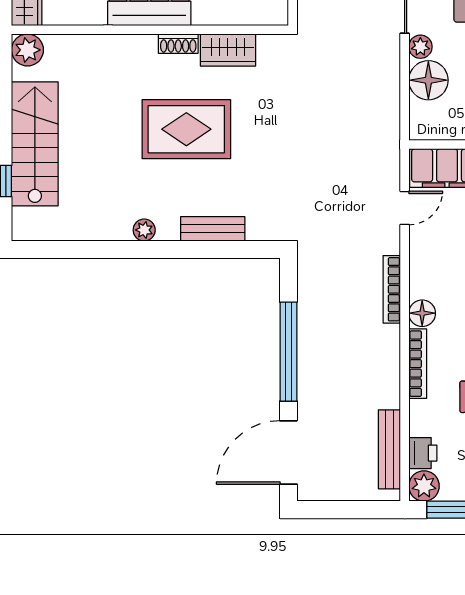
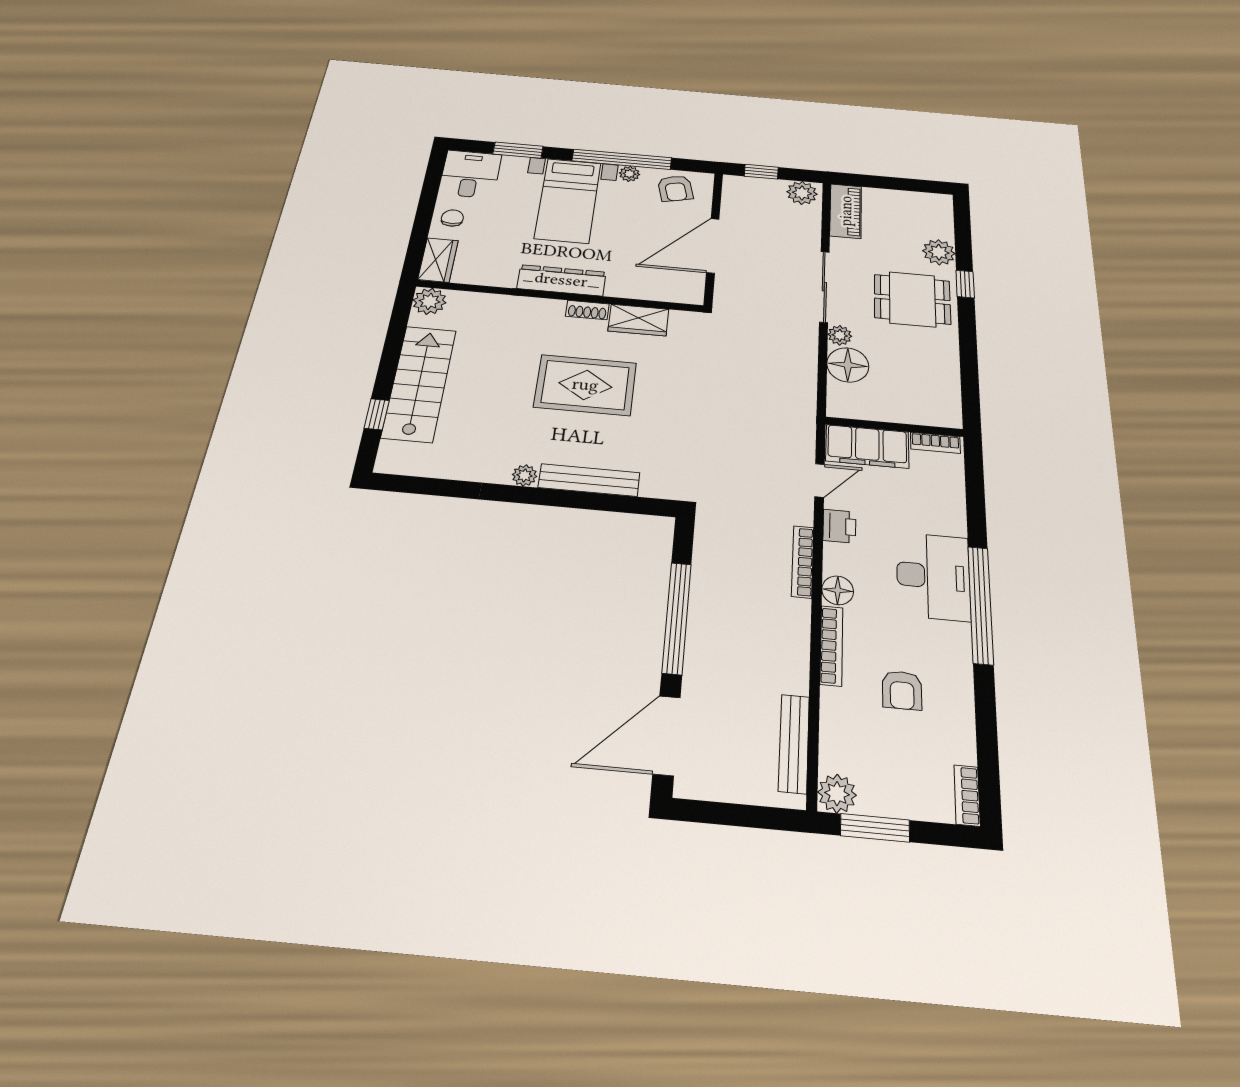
bench: (213, 229) -> (589, 480), width x1.36
printer: (423, 453) -> (839, 526), moved

